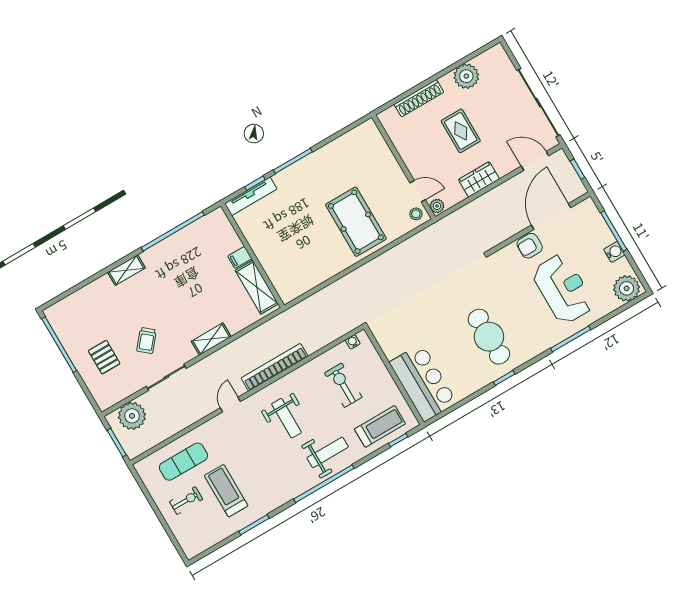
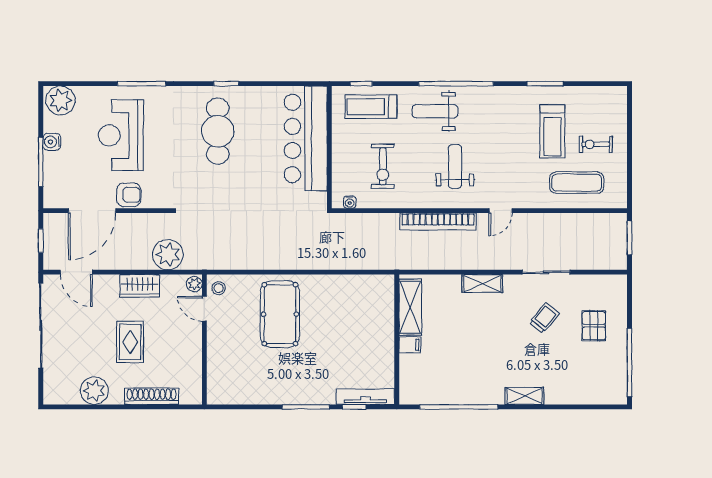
bar counter: (423, 382) -> (306, 138), width x1.36
plant: (132, 416) -> (168, 255), moved

